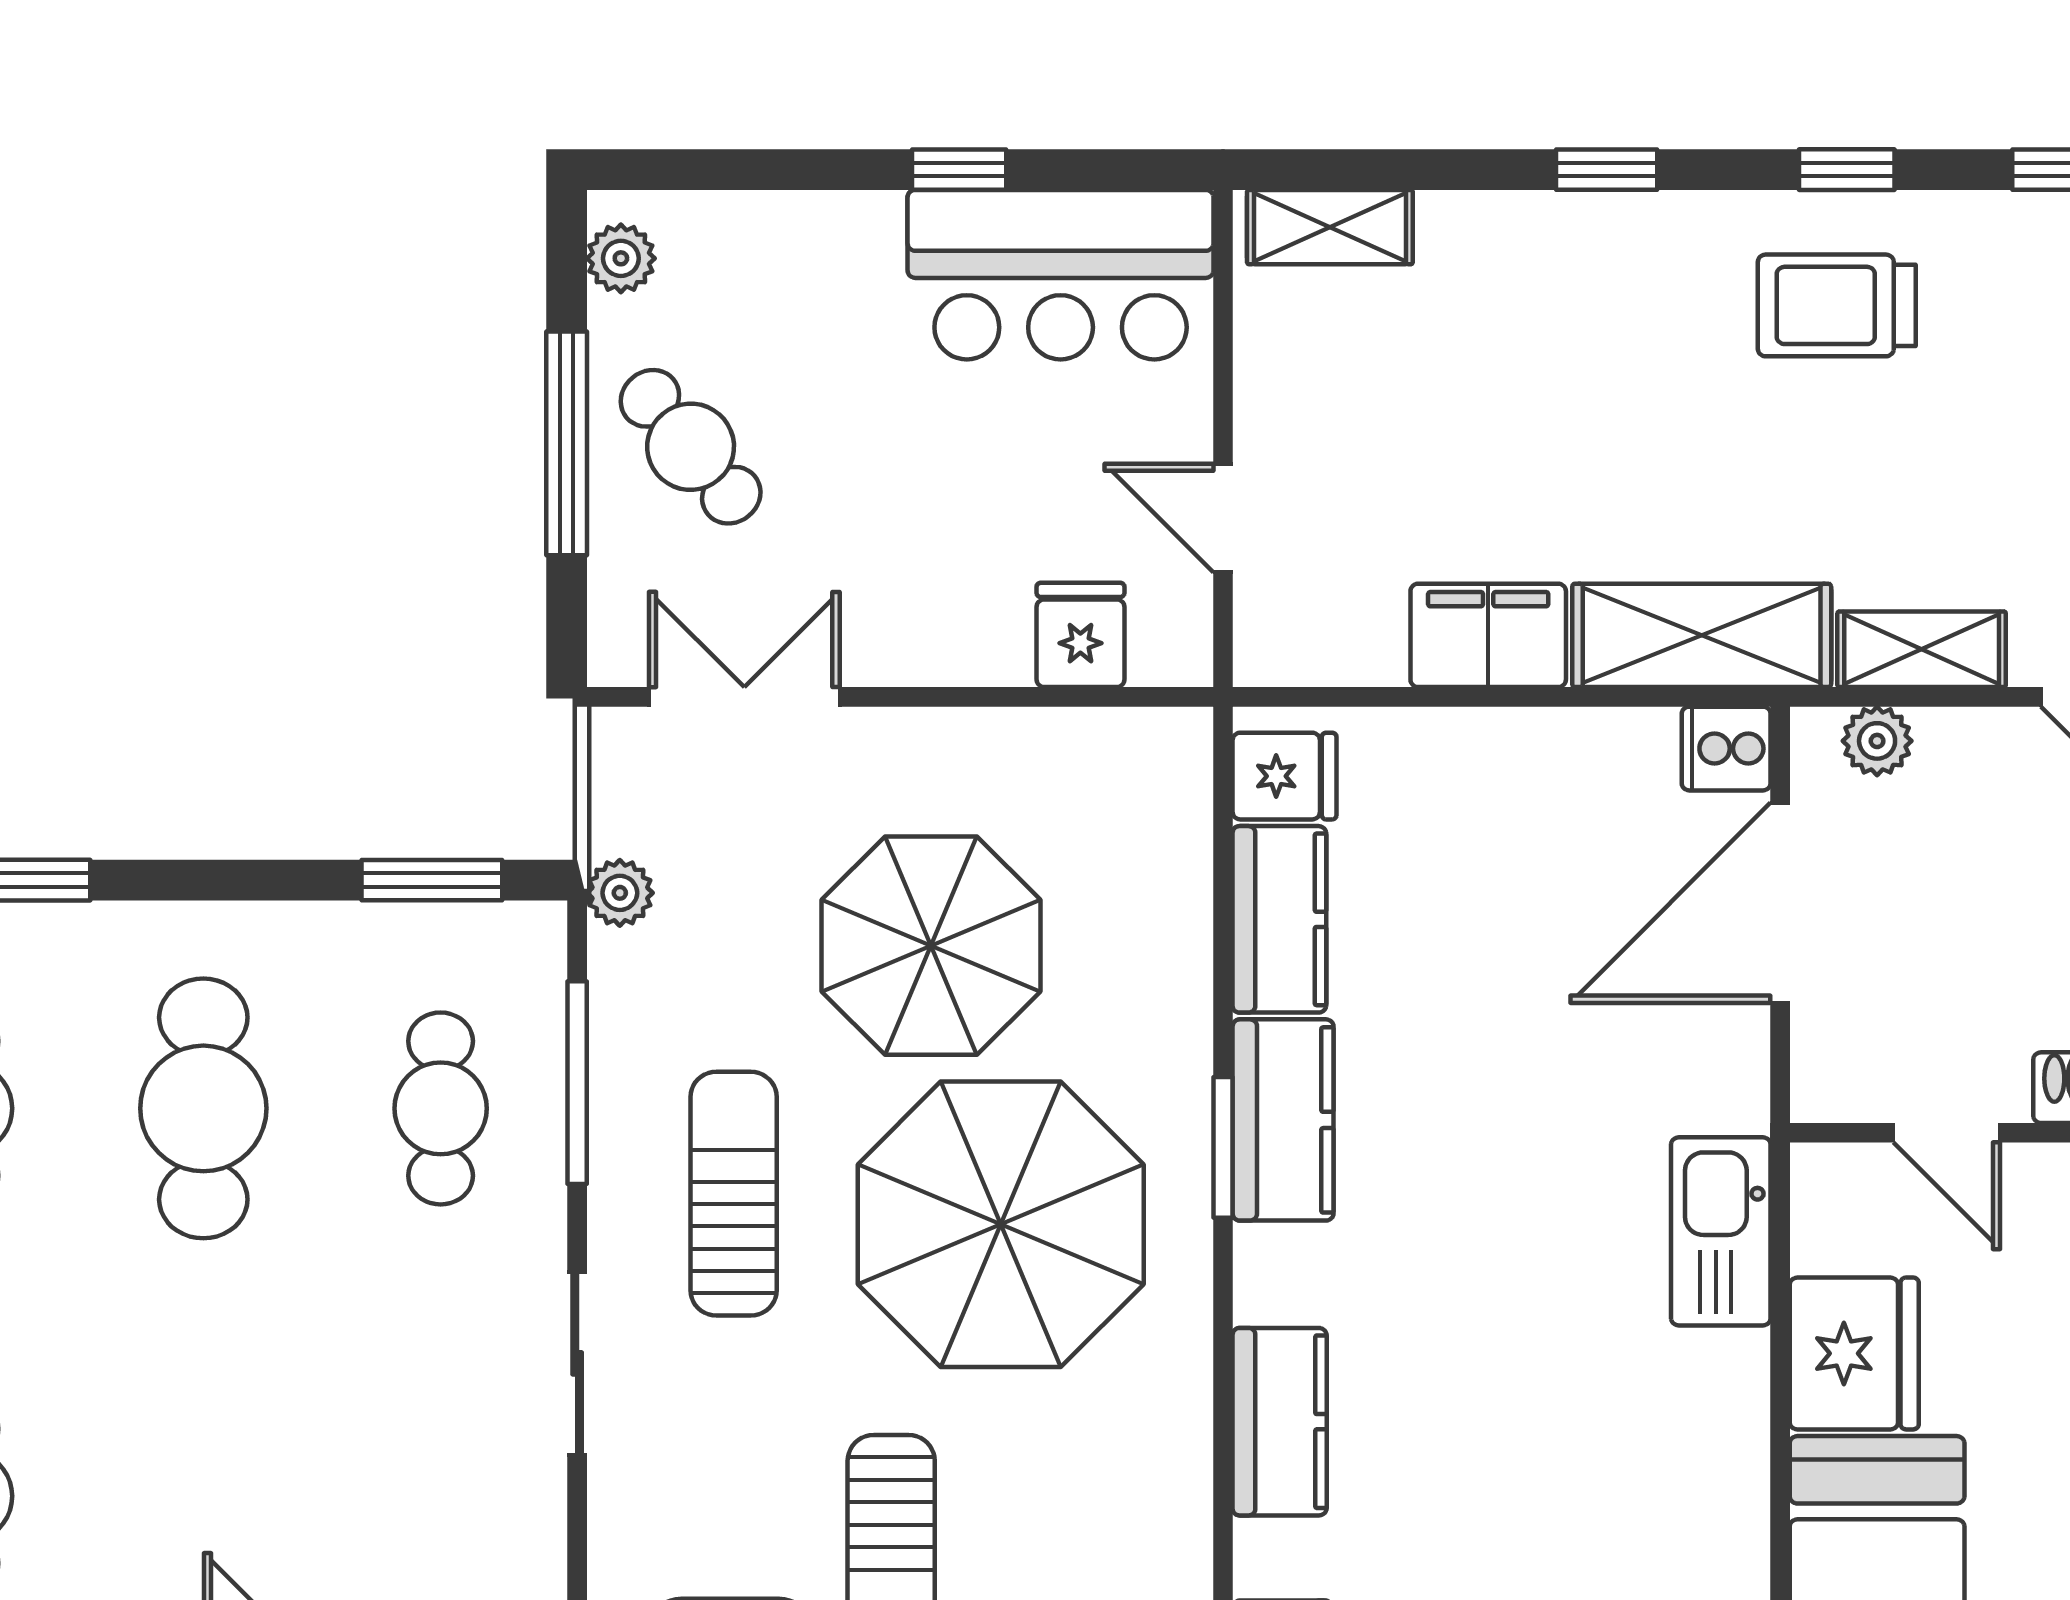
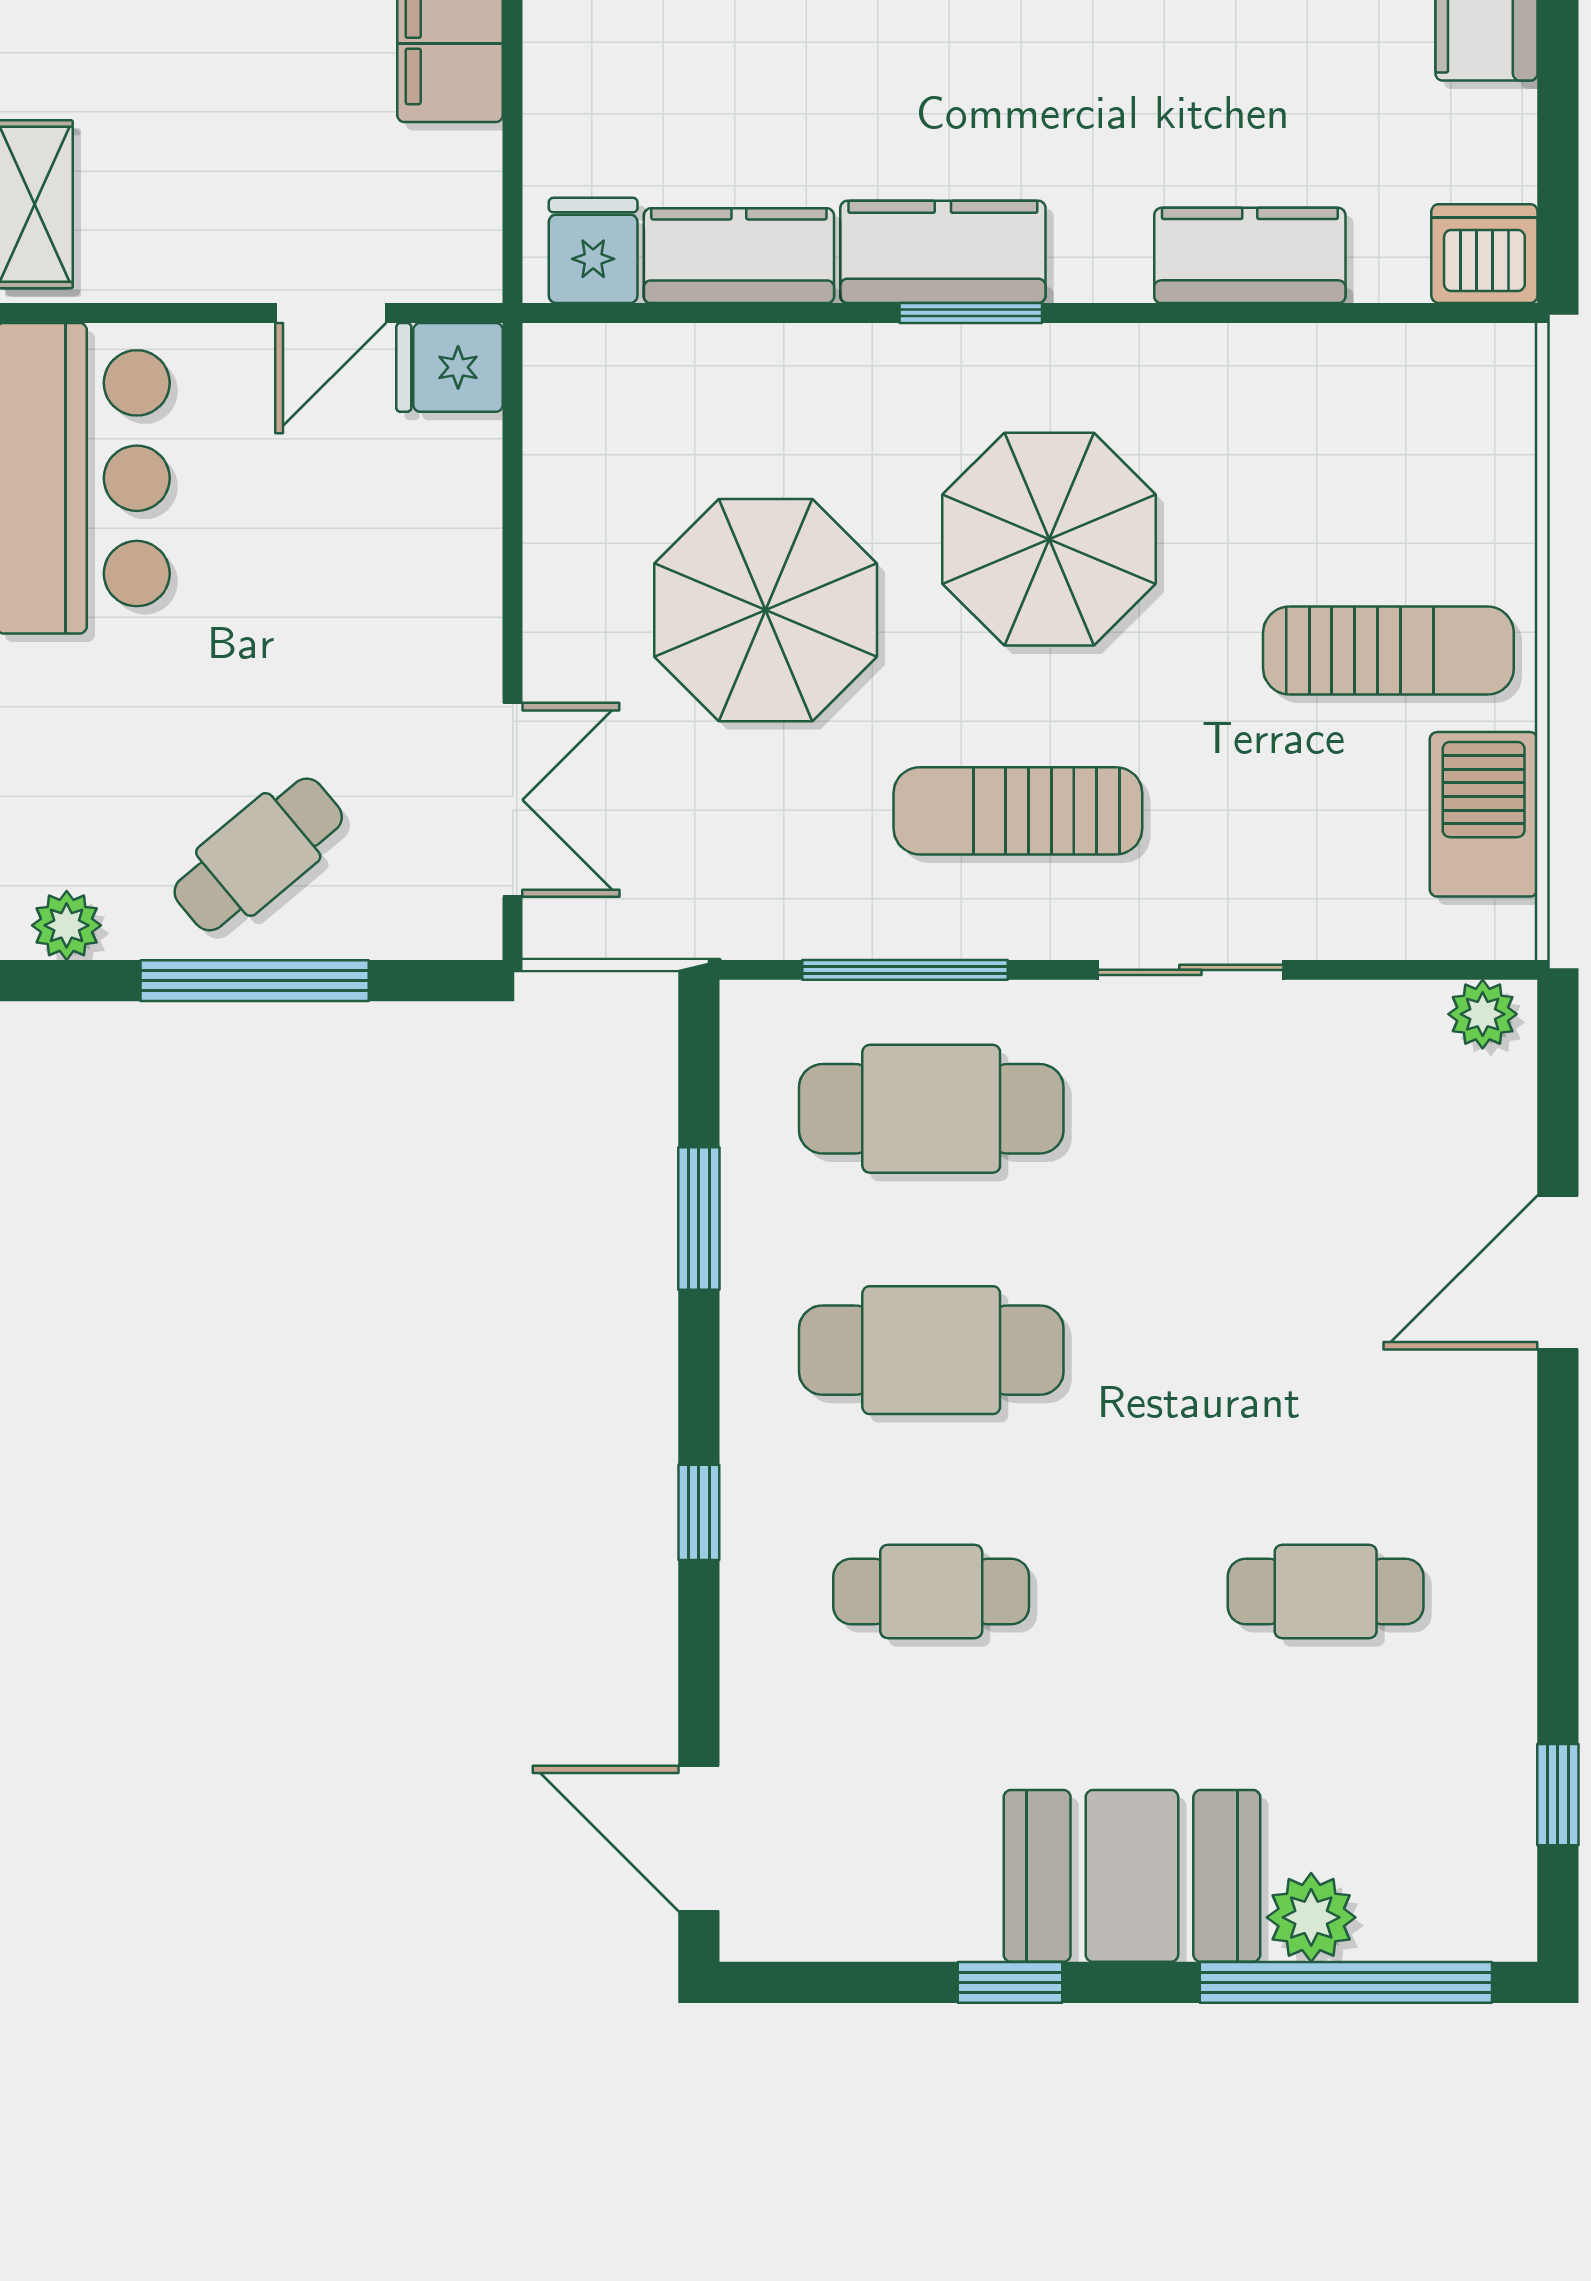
fridge: (1080, 635) -> (450, 367), moved
double door: (744, 697) -> (513, 800), swing flipped
window: (432, 880) -> (699, 1219), moved
plant: (620, 893) -> (712, 926), removed
cafe table: (441, 1108) -> (931, 1109), width x1.37, depth x1.35
parasol: (1001, 1224) -> (1049, 539), width x0.73, depth x0.73

